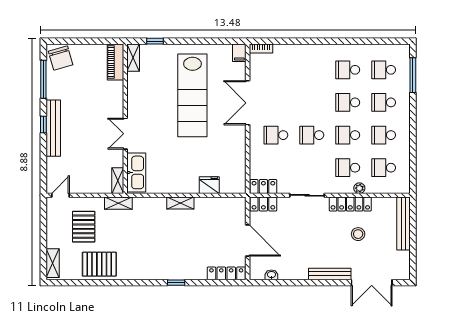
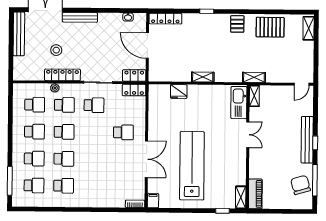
chair: (61, 58) -> (301, 185), moved
school desk: (312, 135) -> (94, 105), moved
bench: (404, 224) -> (19, 34), moved
pallet: (84, 227) -> (237, 24), moved, width x0.67, depth x0.71

